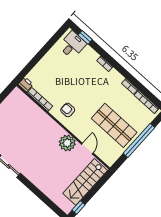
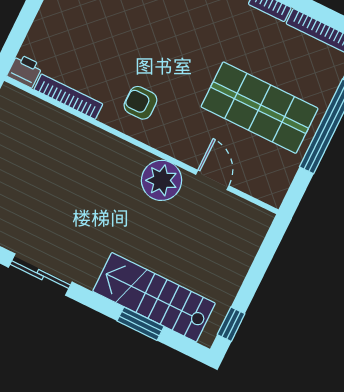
stairs: (85, 182) -> (154, 297), moved, turned 90
window: (43, 197) -> (140, 324), added

